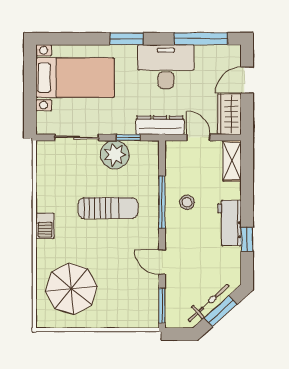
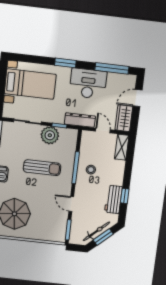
workbench: (229, 223) -> (113, 199), moved

